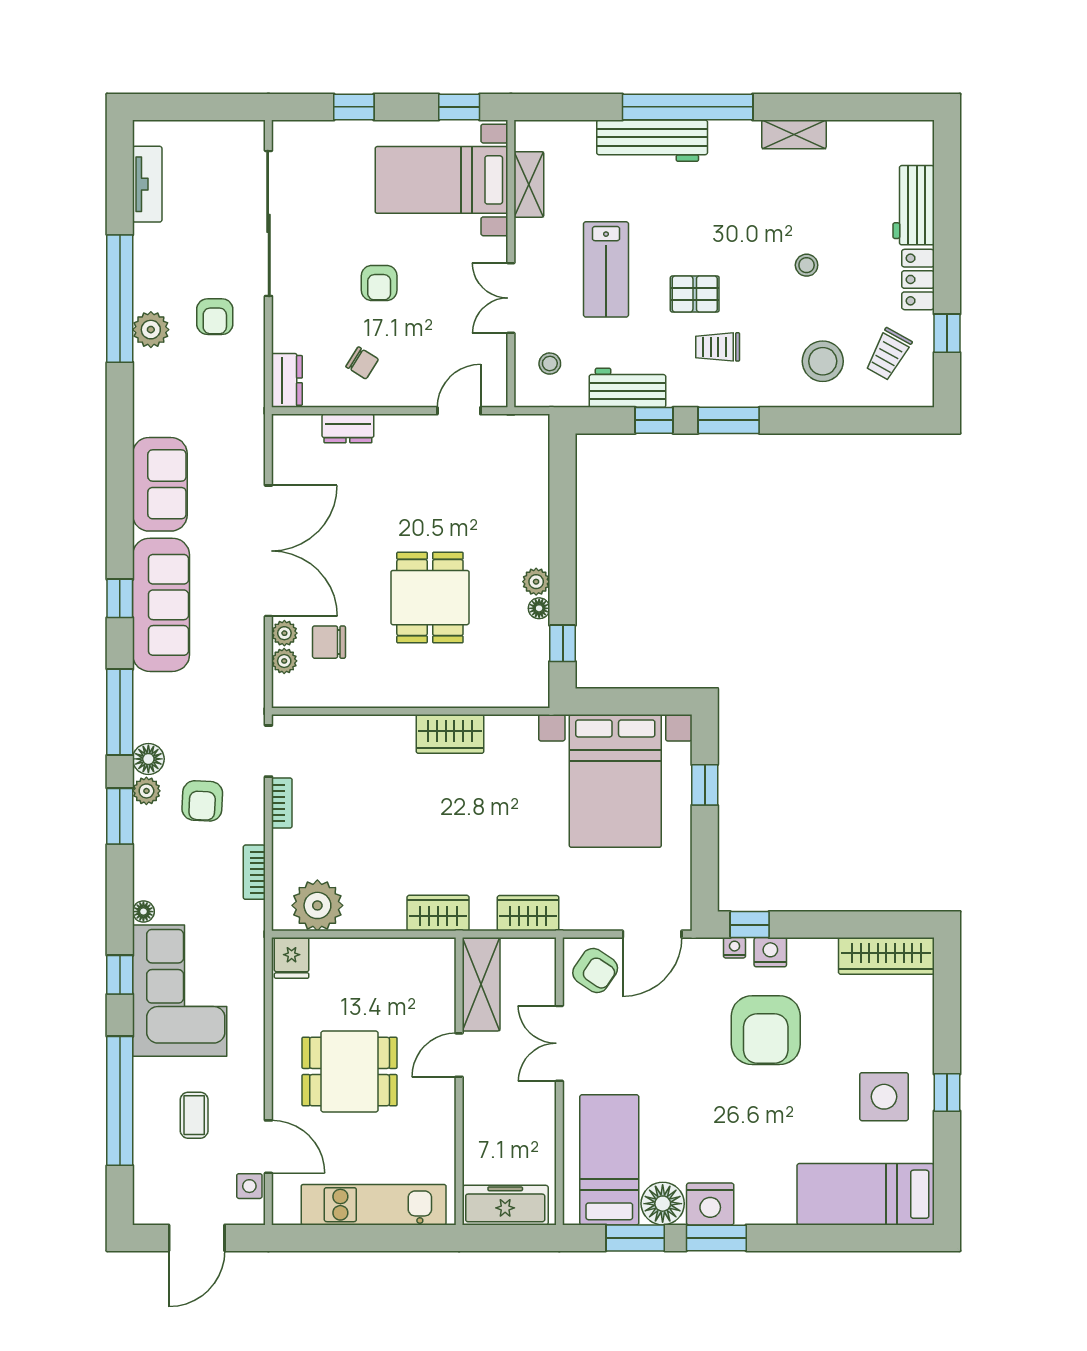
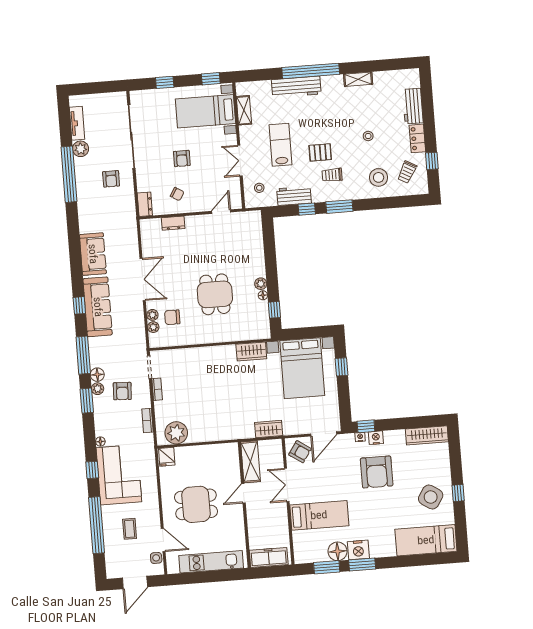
lab bench: (606, 269) -> (281, 145), turned 180
plant: (151, 330) -> (81, 149), moved
double door: (268, 551) -> (143, 279), width x0.73
wardrobe: (450, 734) -> (251, 351), moved
wardrobe: (438, 913) -> (229, 432), removed
side table: (884, 1097) -> (431, 497), turned 33
bed: (609, 1160) -> (319, 515), moved, turned 90

